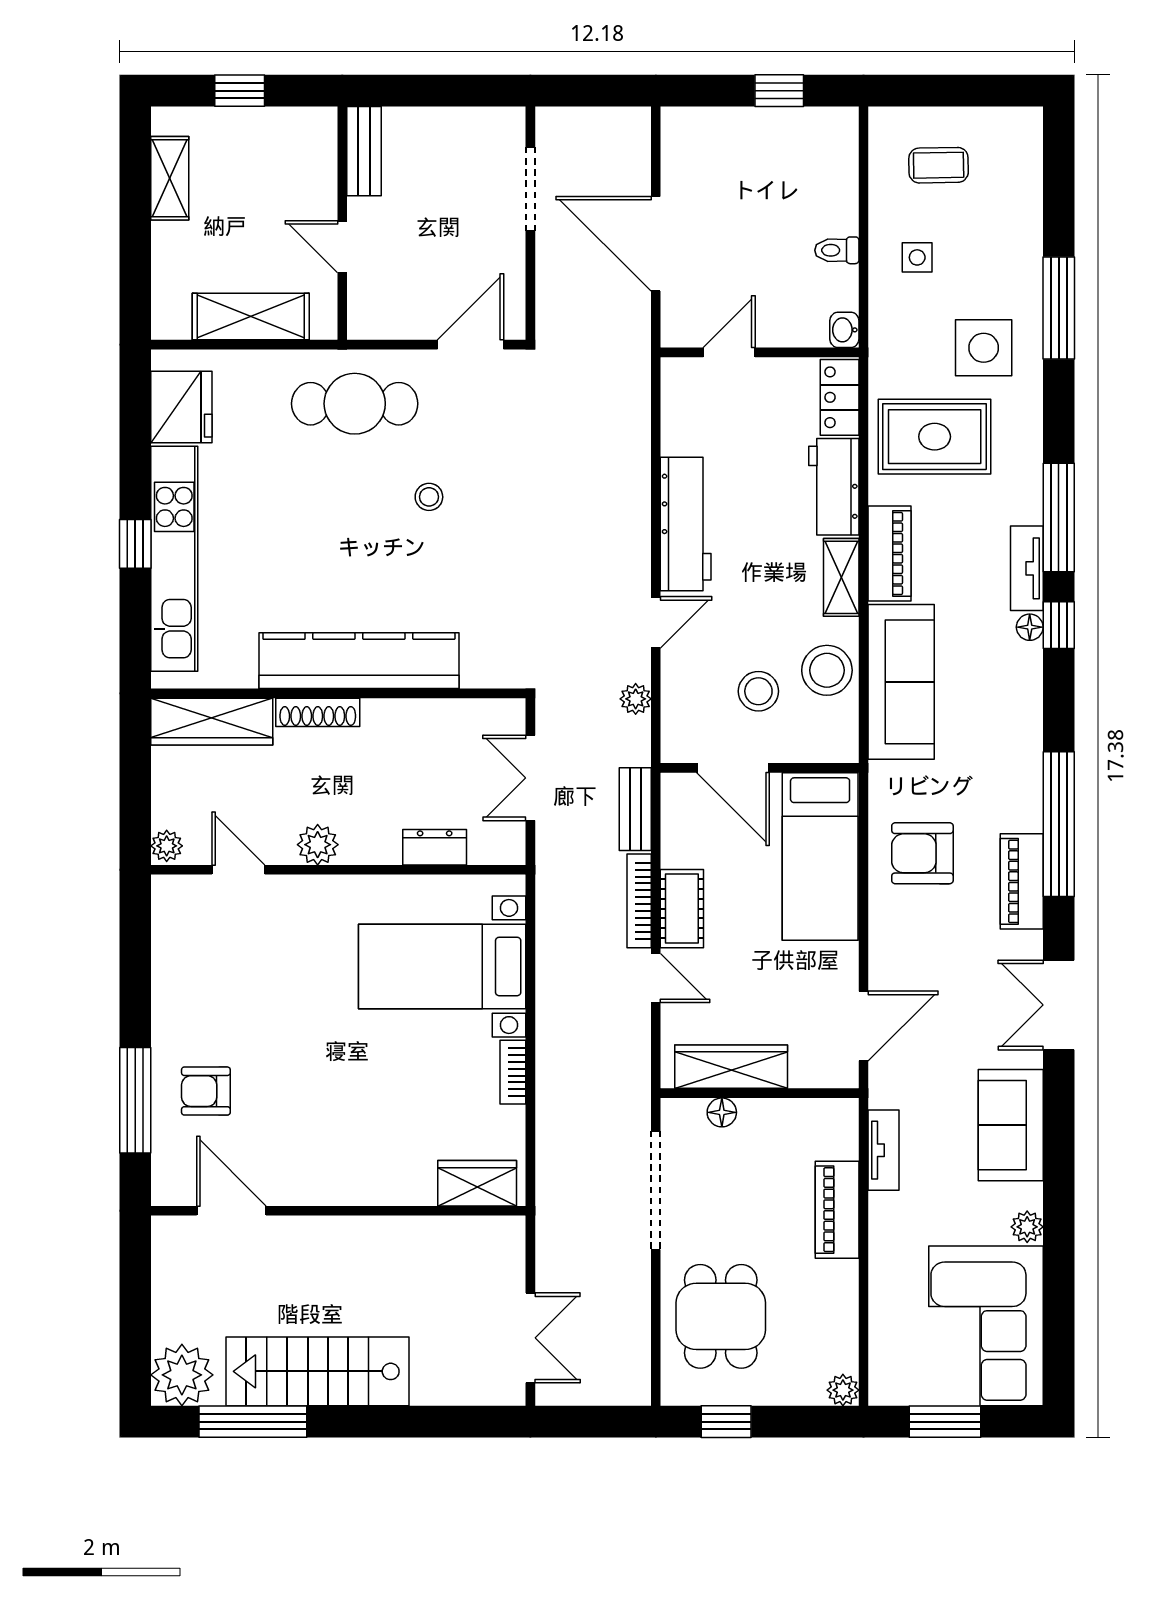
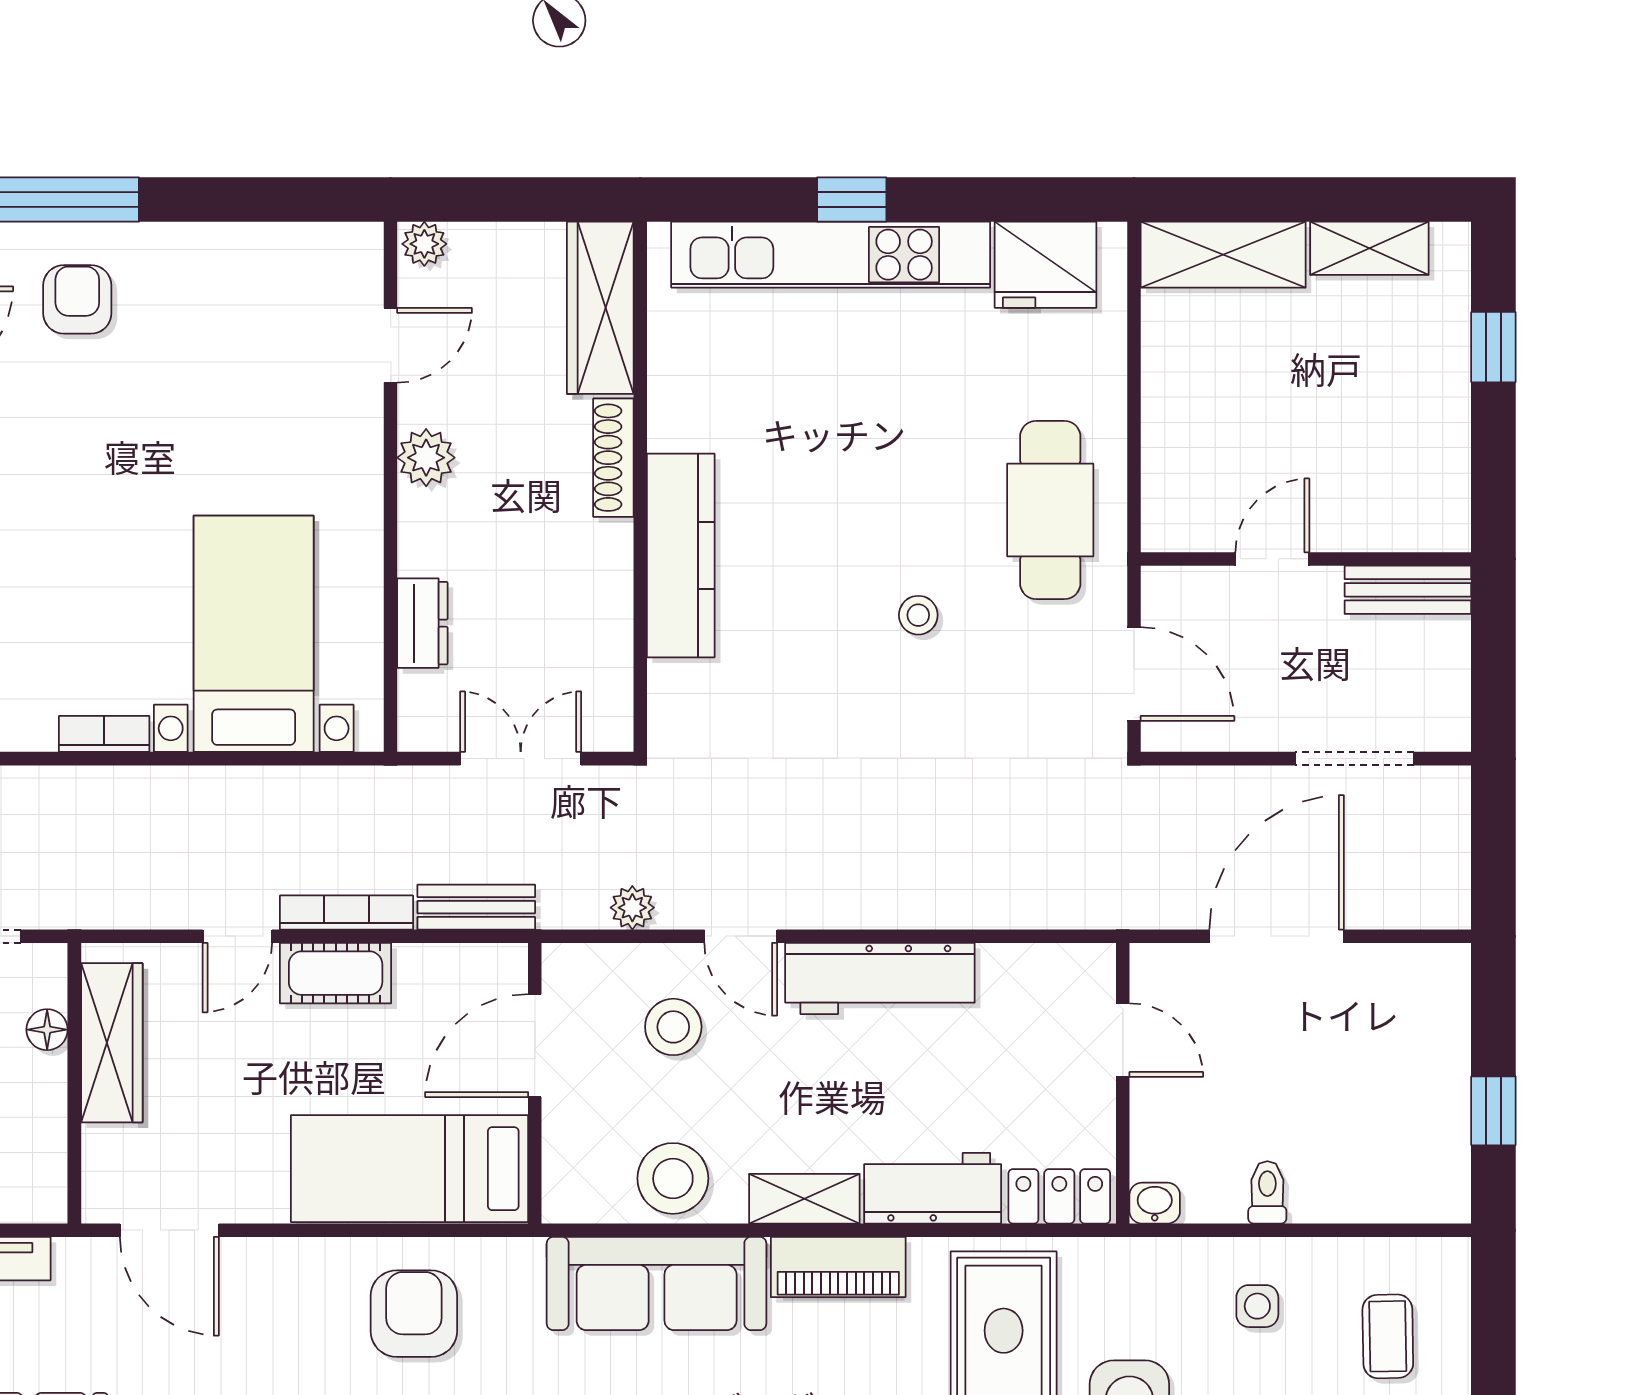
bench: (364, 151) -> (1408, 590), moved
wall: (342, 223) -> (1306, 559), moved
door: (342, 247) -> (1272, 559), moved
shelving: (251, 317) -> (1223, 255), moved, turned 90
kitchen counter: (359, 661) -> (681, 556), width x0.72, depth x0.86
stool: (758, 691) -> (673, 1027), moved

